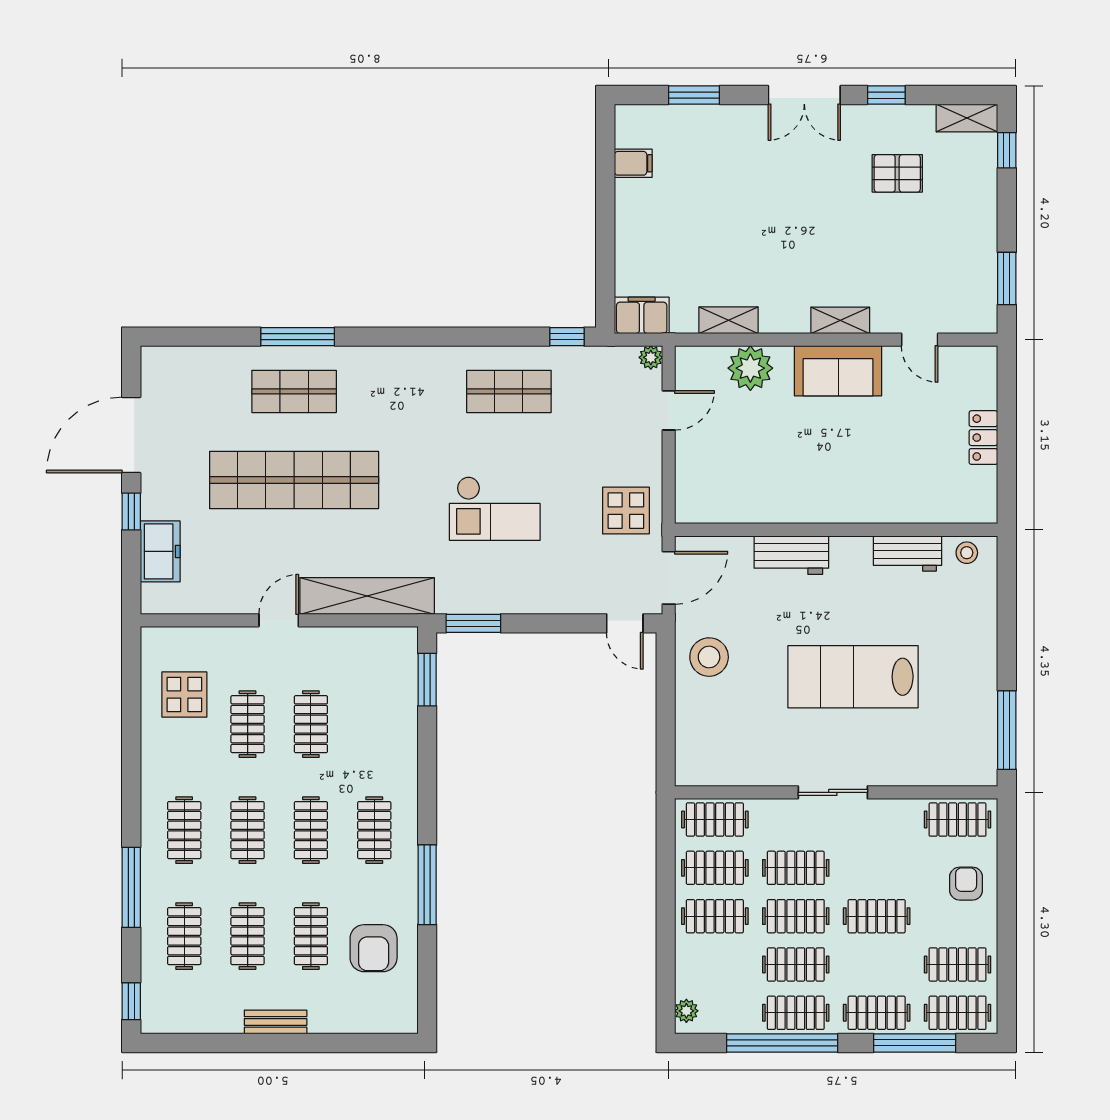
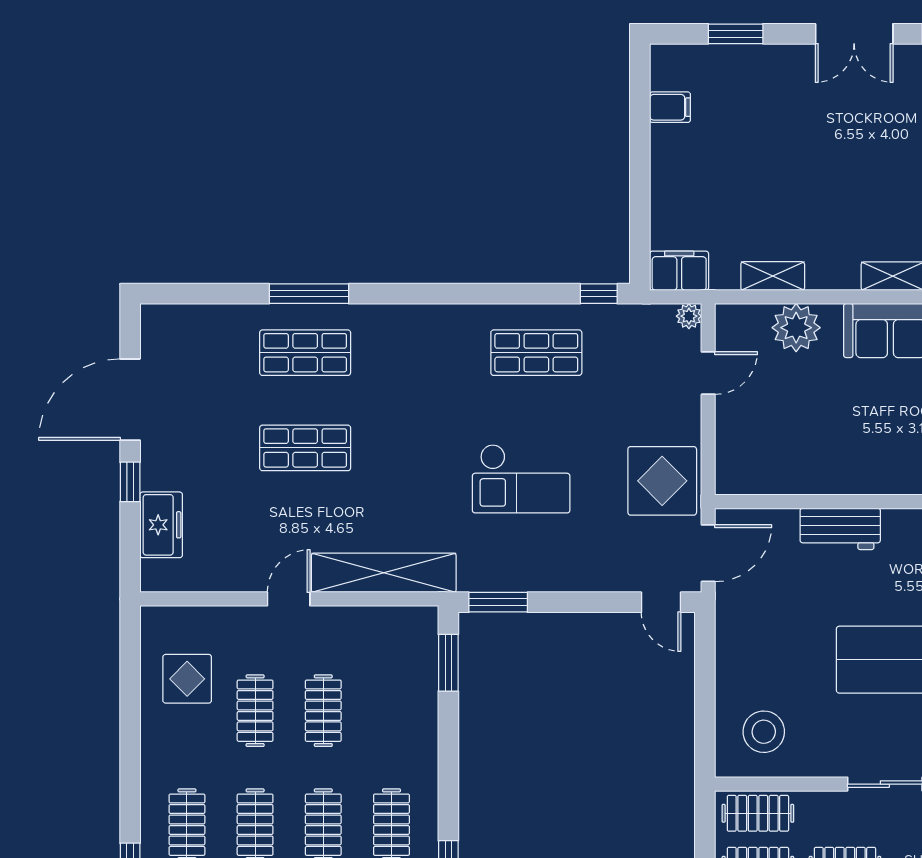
shop shelf: (294, 480) -> (305, 448), width x0.50, depth x0.74
display table: (626, 511) -> (662, 481), width x1.36, depth x1.36
stool: (709, 657) -> (764, 732), moved

